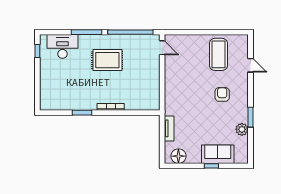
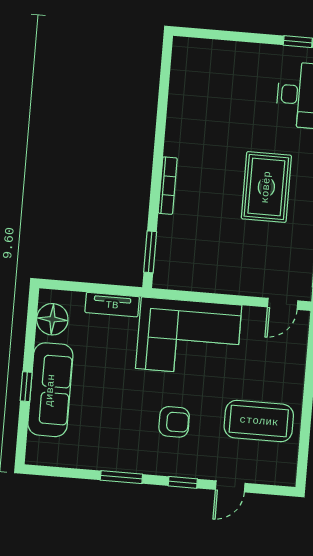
window: (250, 88) -> (183, 482), added
corner sofa: (181, 91) -> (189, 337), added
window: (82, 113) -> (150, 252), moved
plant: (242, 129) -> (97, 457), removed
sofa: (218, 154) -> (50, 390), width x1.36

